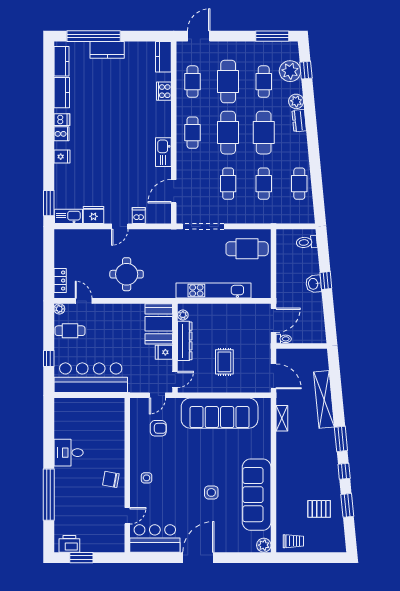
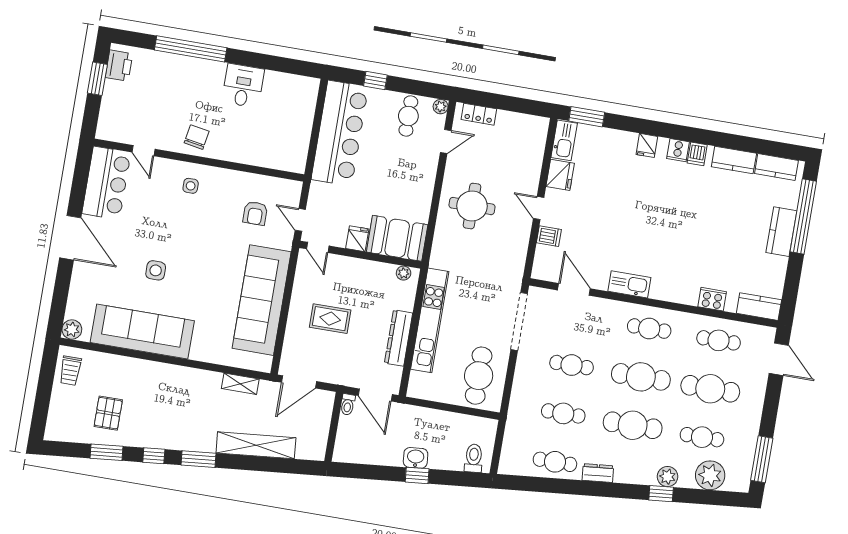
window: (306, 70) -> (661, 494), moved
dresser: (299, 121) -> (598, 473), moved
dresser: (185, 341) -> (399, 338), moved, turned 90

